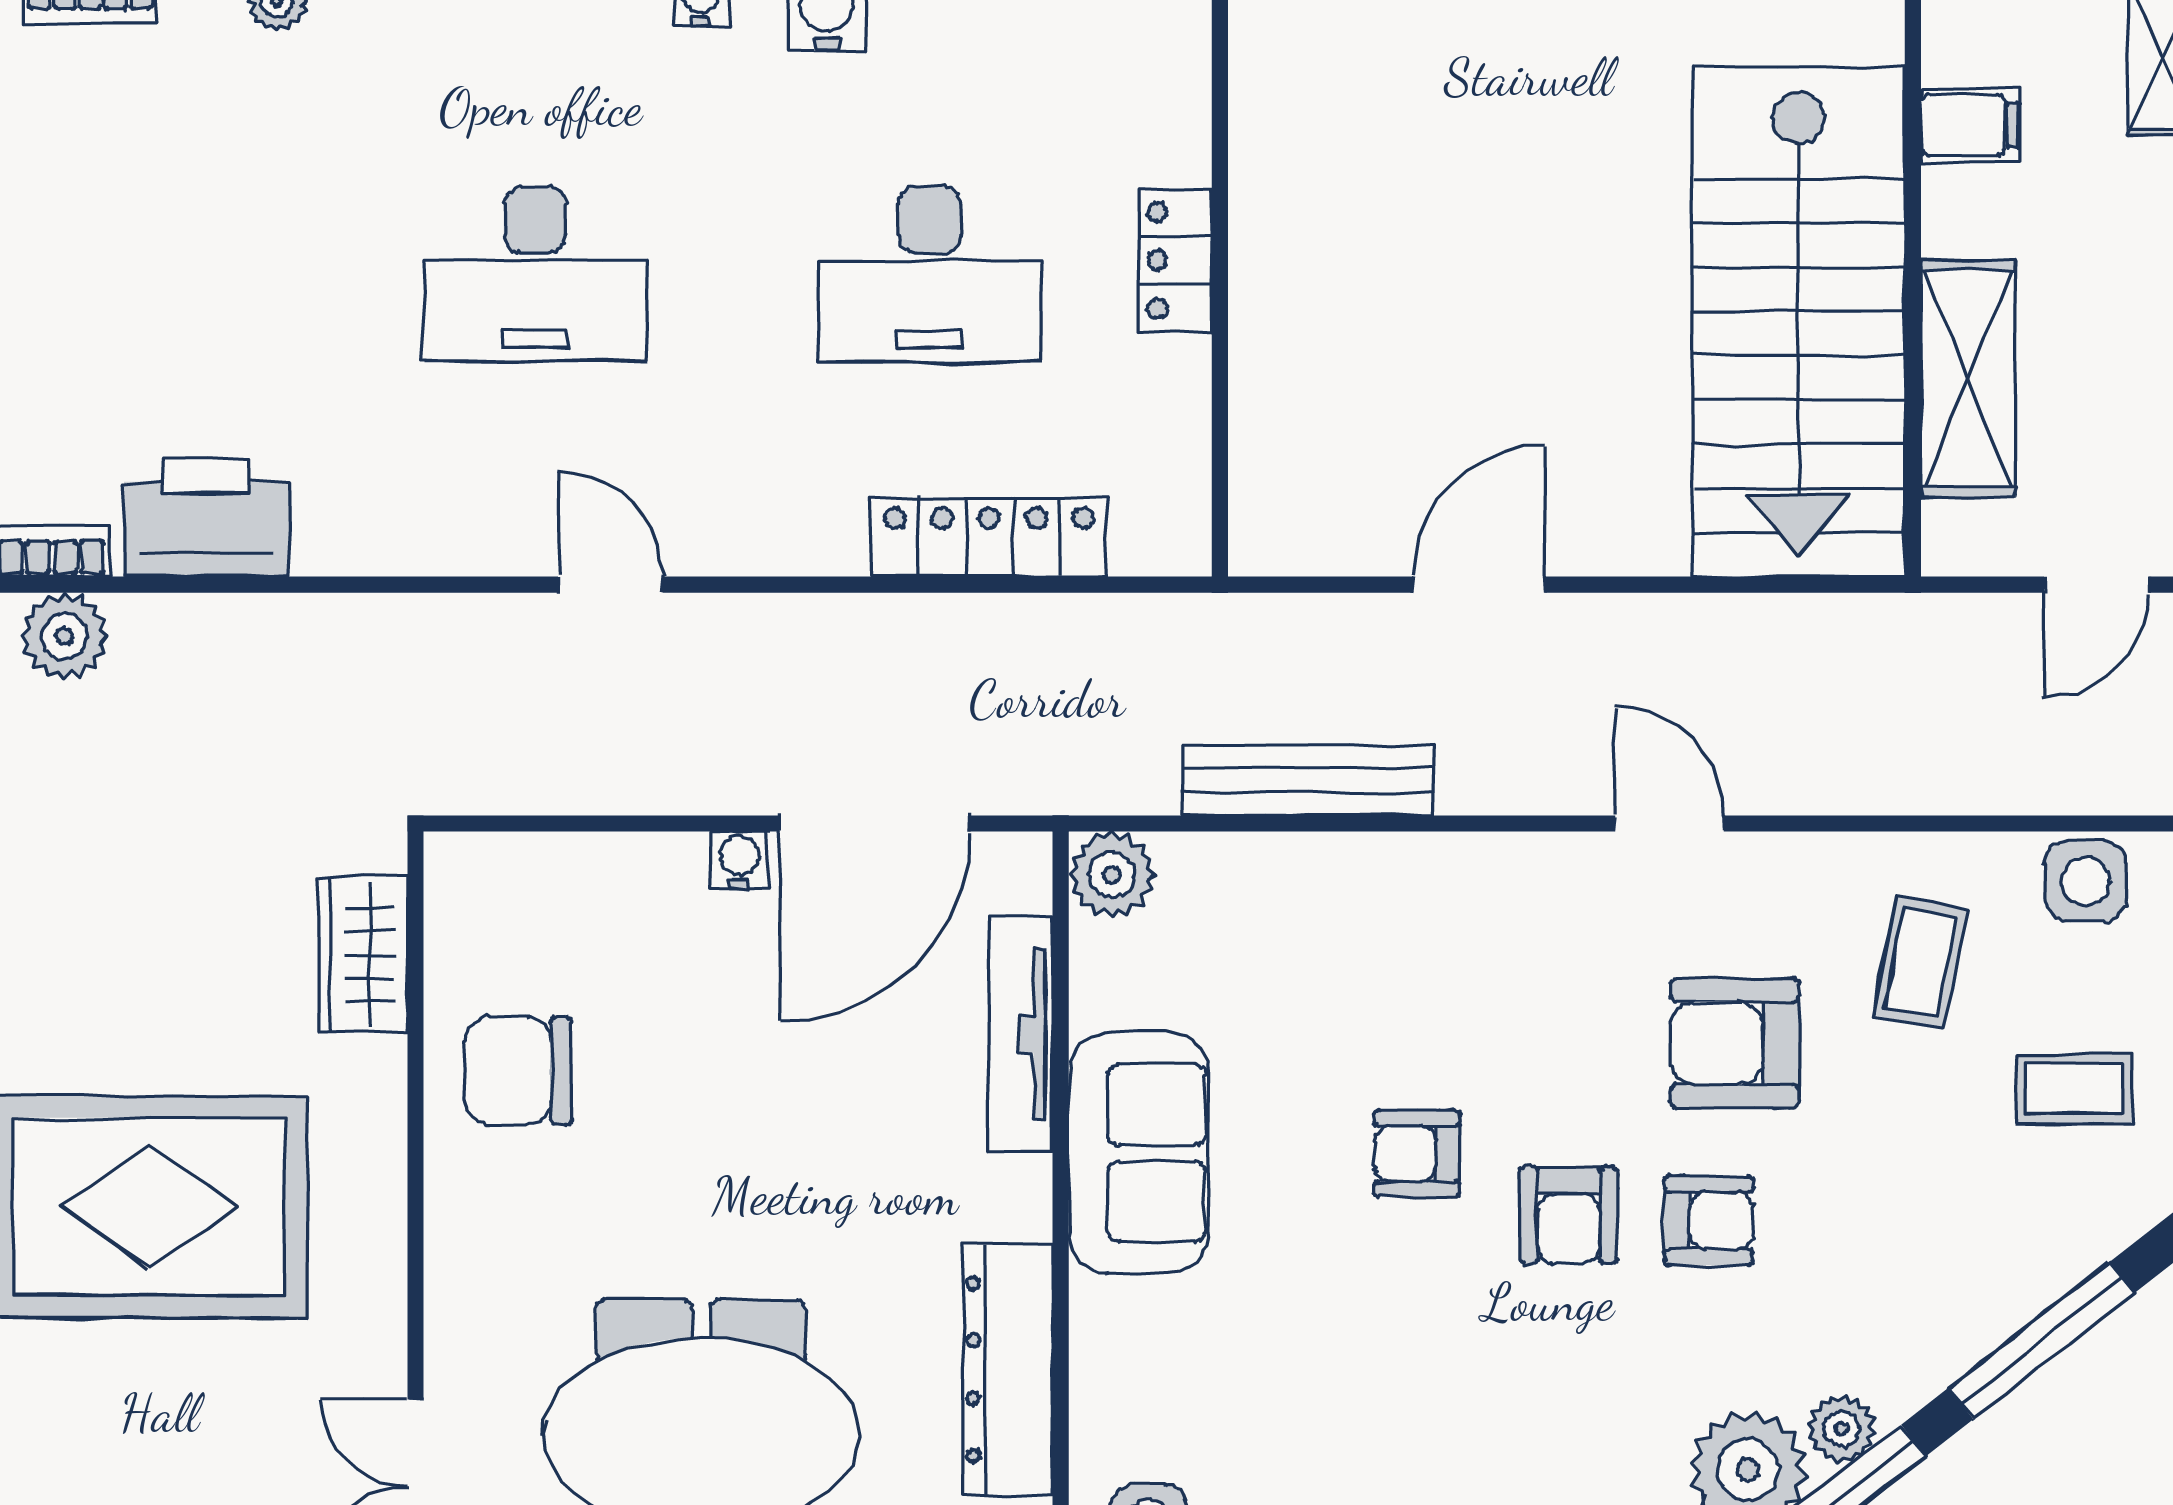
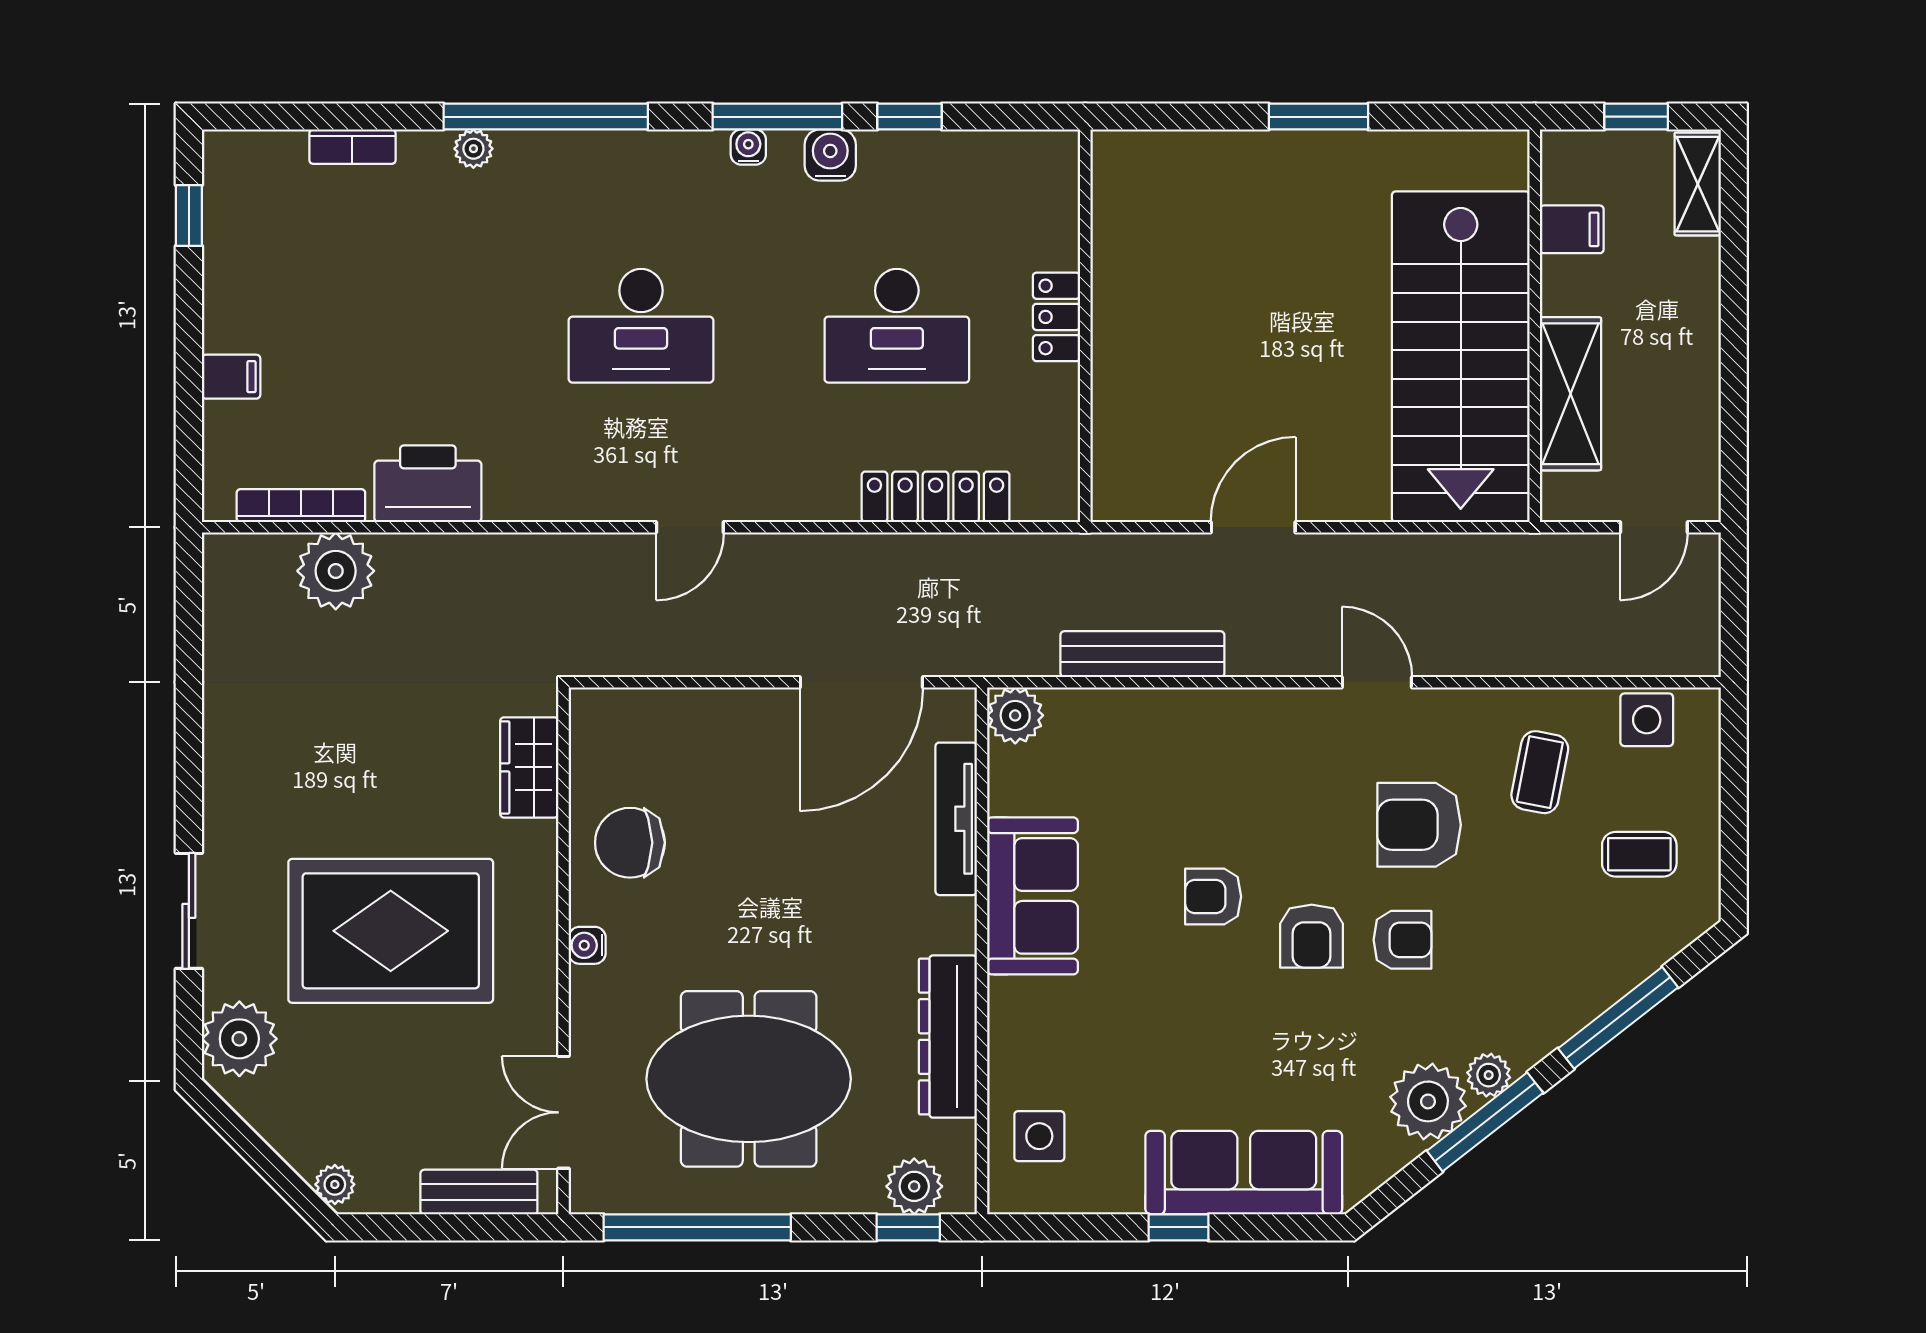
door: (610, 585) -> (690, 527), swing flipped
plant: (64, 636) -> (336, 571), width x1.36, depth x1.36
water cooler: (739, 860) -> (587, 945), moved, turned -90

